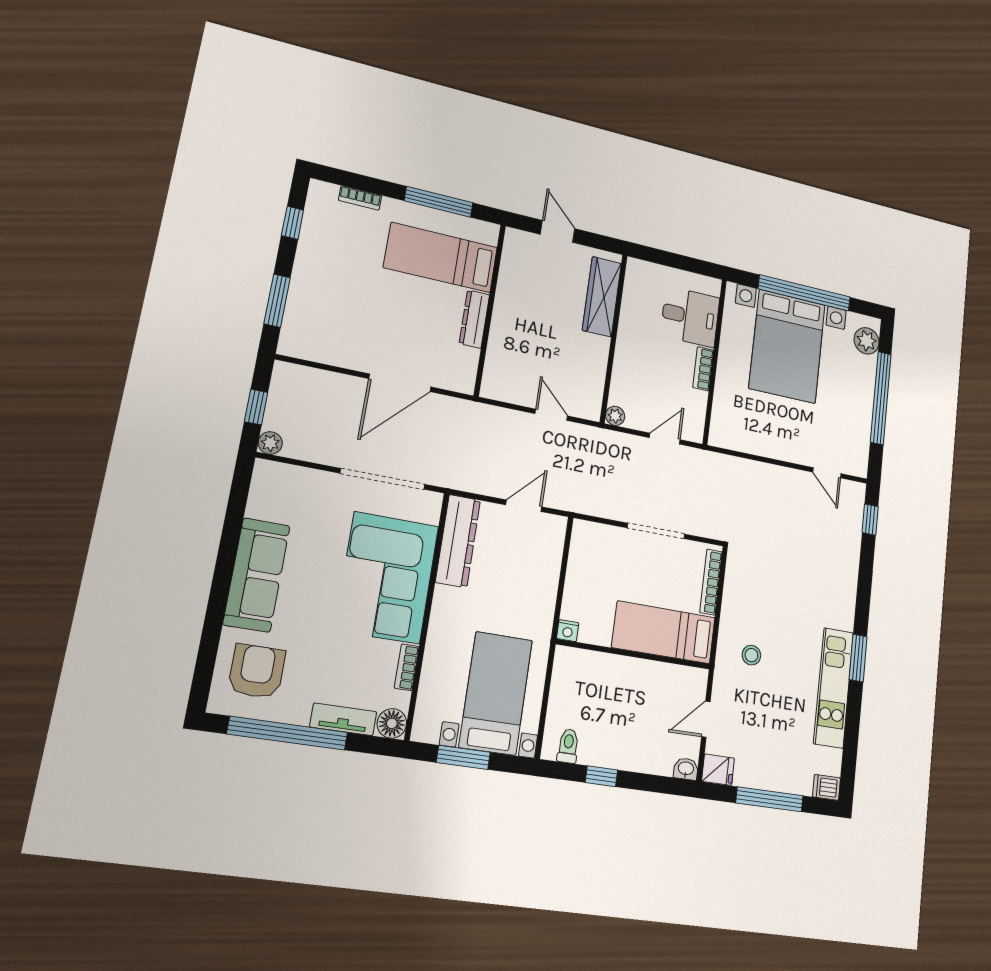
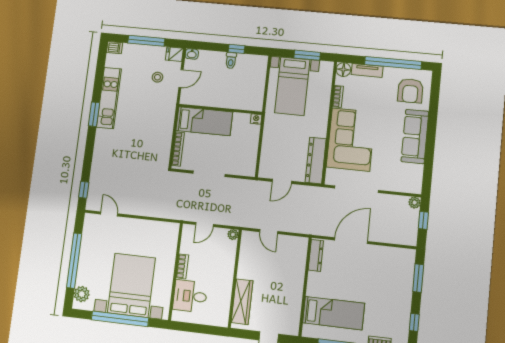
dresser: (474, 319) -> (316, 255), moved
stool: (751, 655) -> (157, 77), moved
toilet: (568, 746) -> (231, 60), moved

